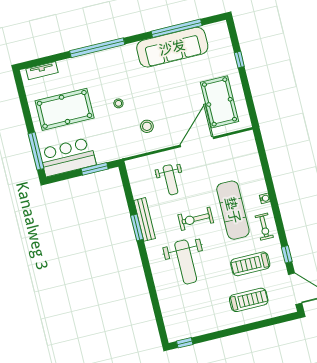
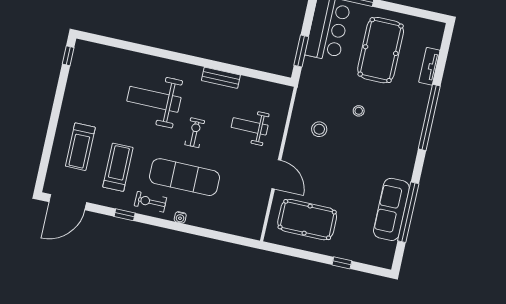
sofa: (172, 47) -> (391, 209), width x0.74, depth x0.79
tv unit: (42, 71) -> (429, 66), moved
door: (197, 142) -> (276, 174), width x0.73
bench: (145, 219) -> (221, 78), width x0.73
exercise bike: (196, 219) -> (195, 133), width x0.73, depth x0.72
window: (137, 227) -> (216, 65), removed
window: (287, 254) -> (125, 215), moved

